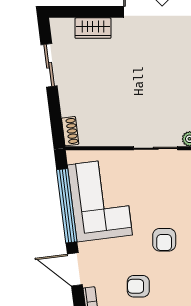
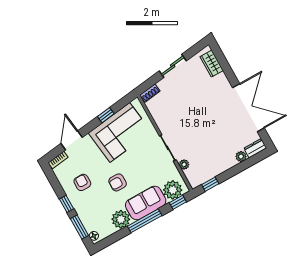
wardrobe: (93, 28) -> (212, 64), moved
sliding door: (49, 65) -> (173, 66), moved
window: (67, 206) -> (106, 115), width x0.32

